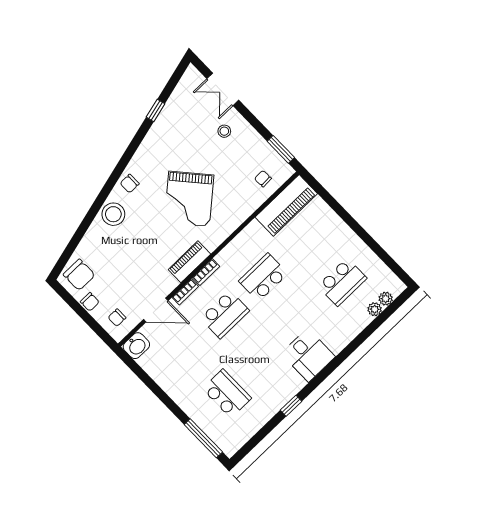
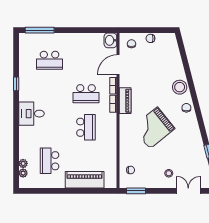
grand piano: (189, 199) -> (154, 128), turned -88
piano: (286, 205) -> (85, 180), moved, turned 90
chair: (79, 275) -> (167, 45), removed
school desk: (225, 314) -> (86, 94), turned -90

